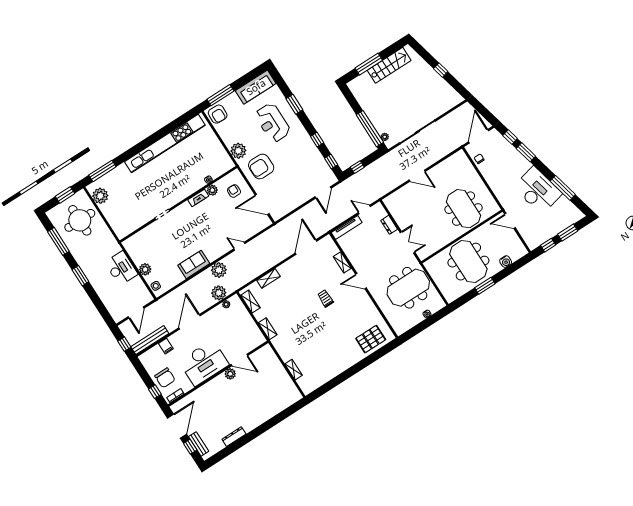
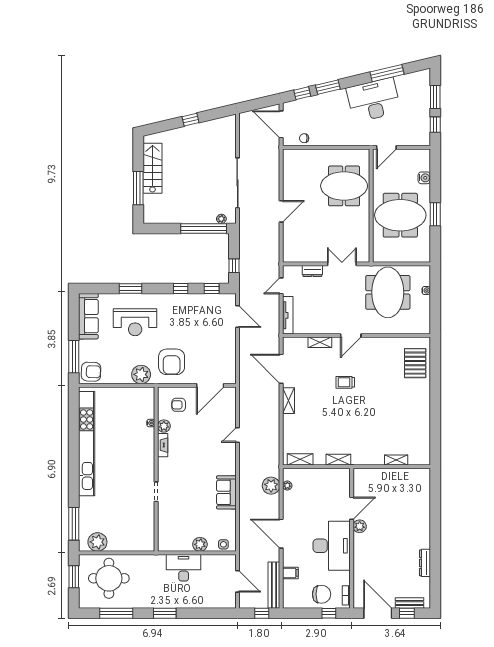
plant: (219, 270) -> (248, 471), removed
shelving: (268, 278) -> (288, 401), moved

